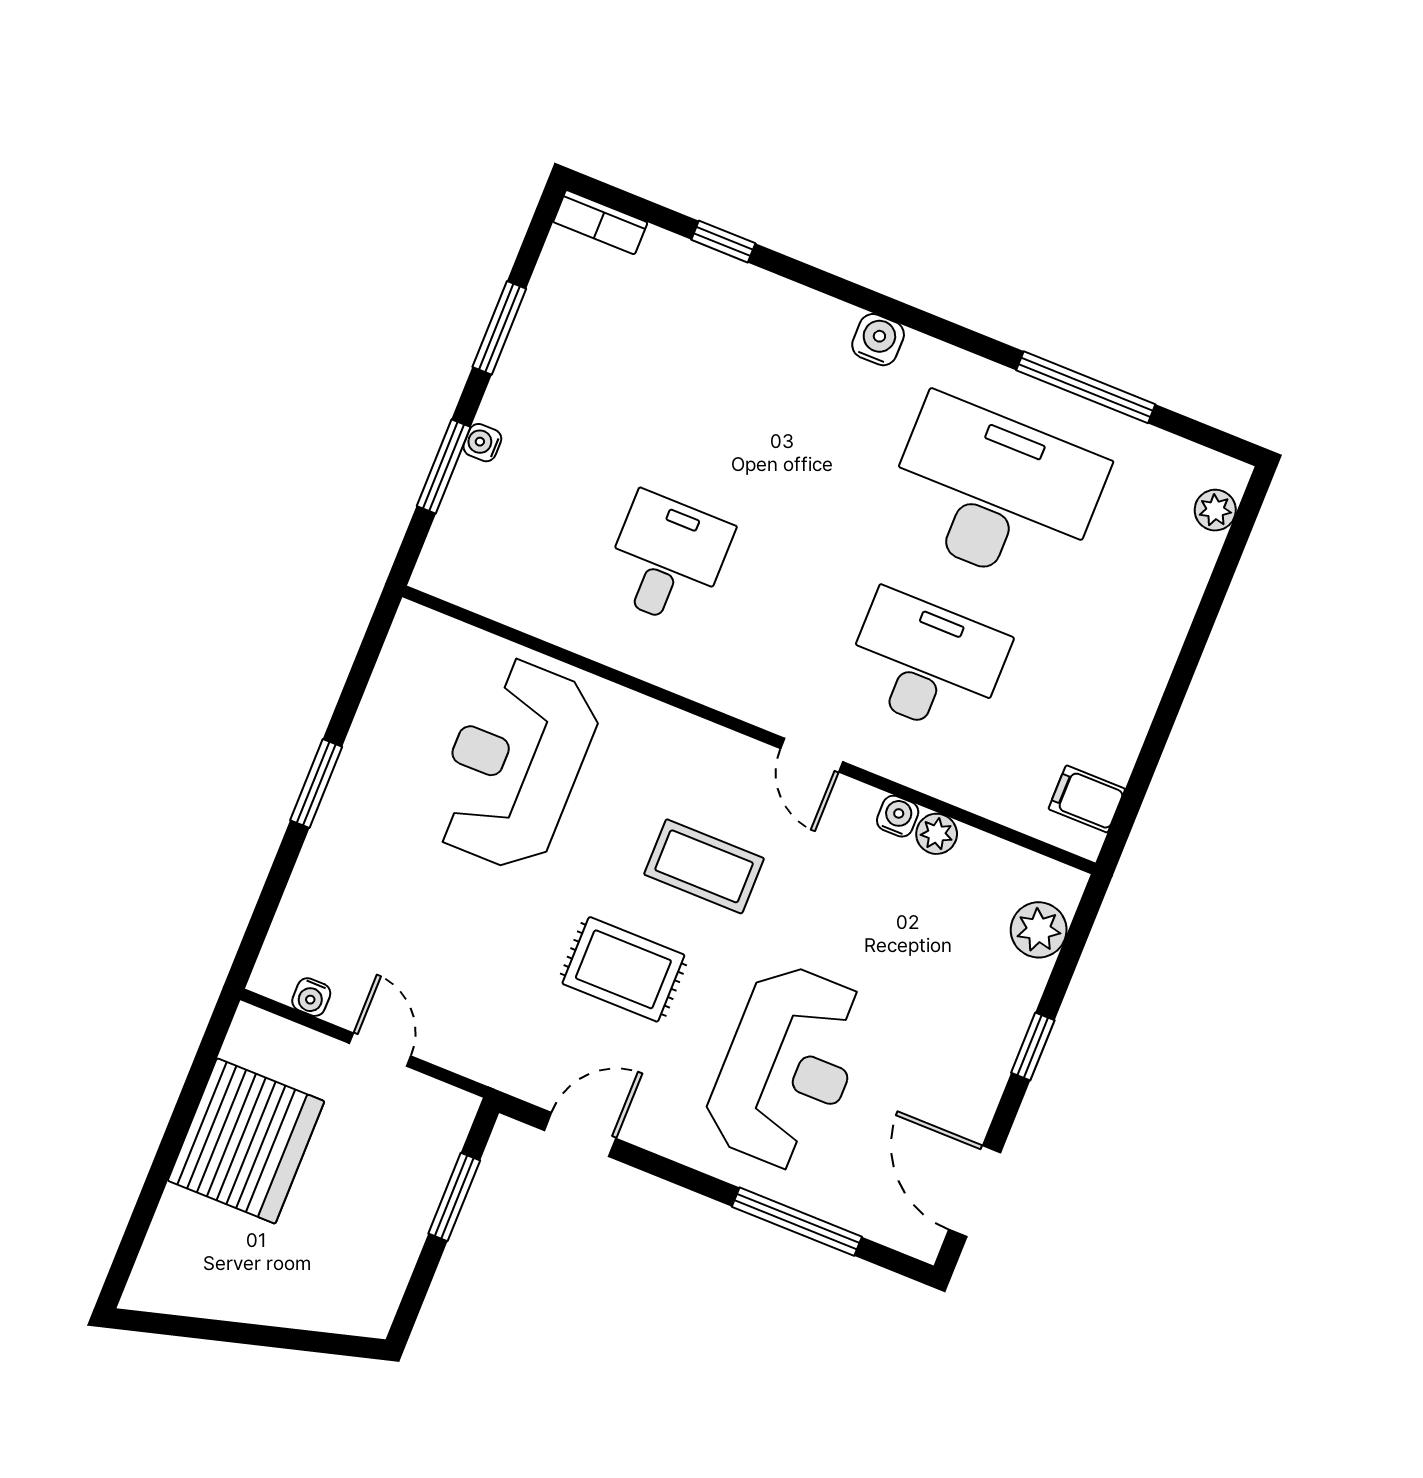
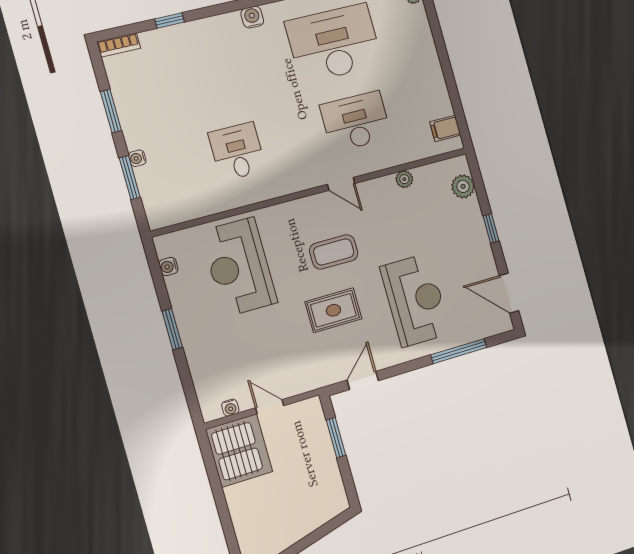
water cooler: (898, 816) -> (168, 267), moved, turned -90
server rack: (246, 1141) -> (239, 451), moved

